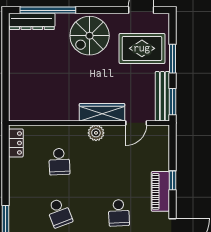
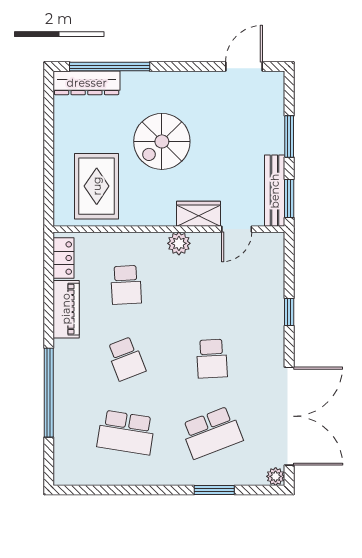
spiral stairs: (90, 36) -> (162, 141), moved
rug: (142, 48) -> (97, 186), moved, turned 90
wardrobe: (102, 112) -> (199, 214), width x0.67
piano: (160, 191) -> (66, 309), moved, turned 180

